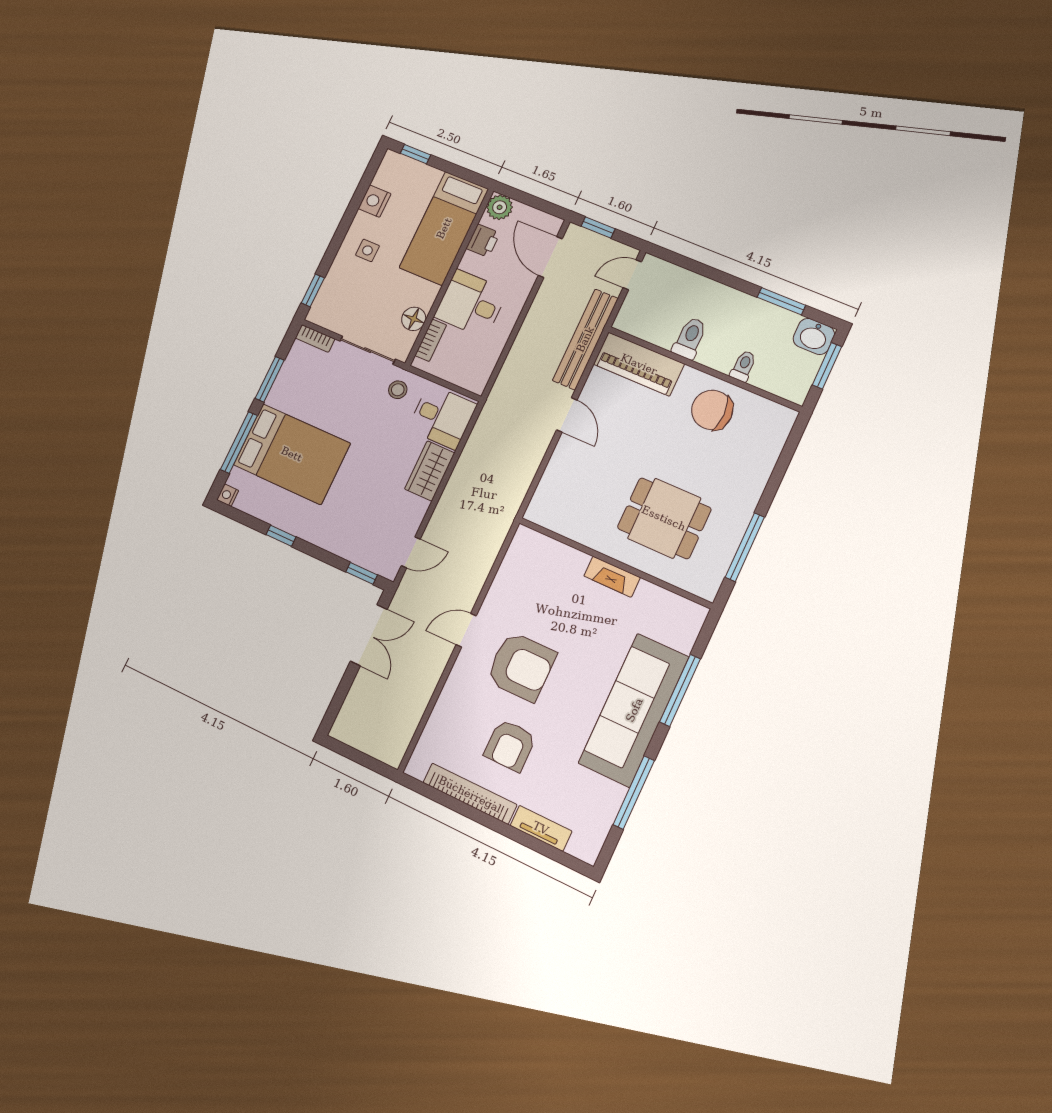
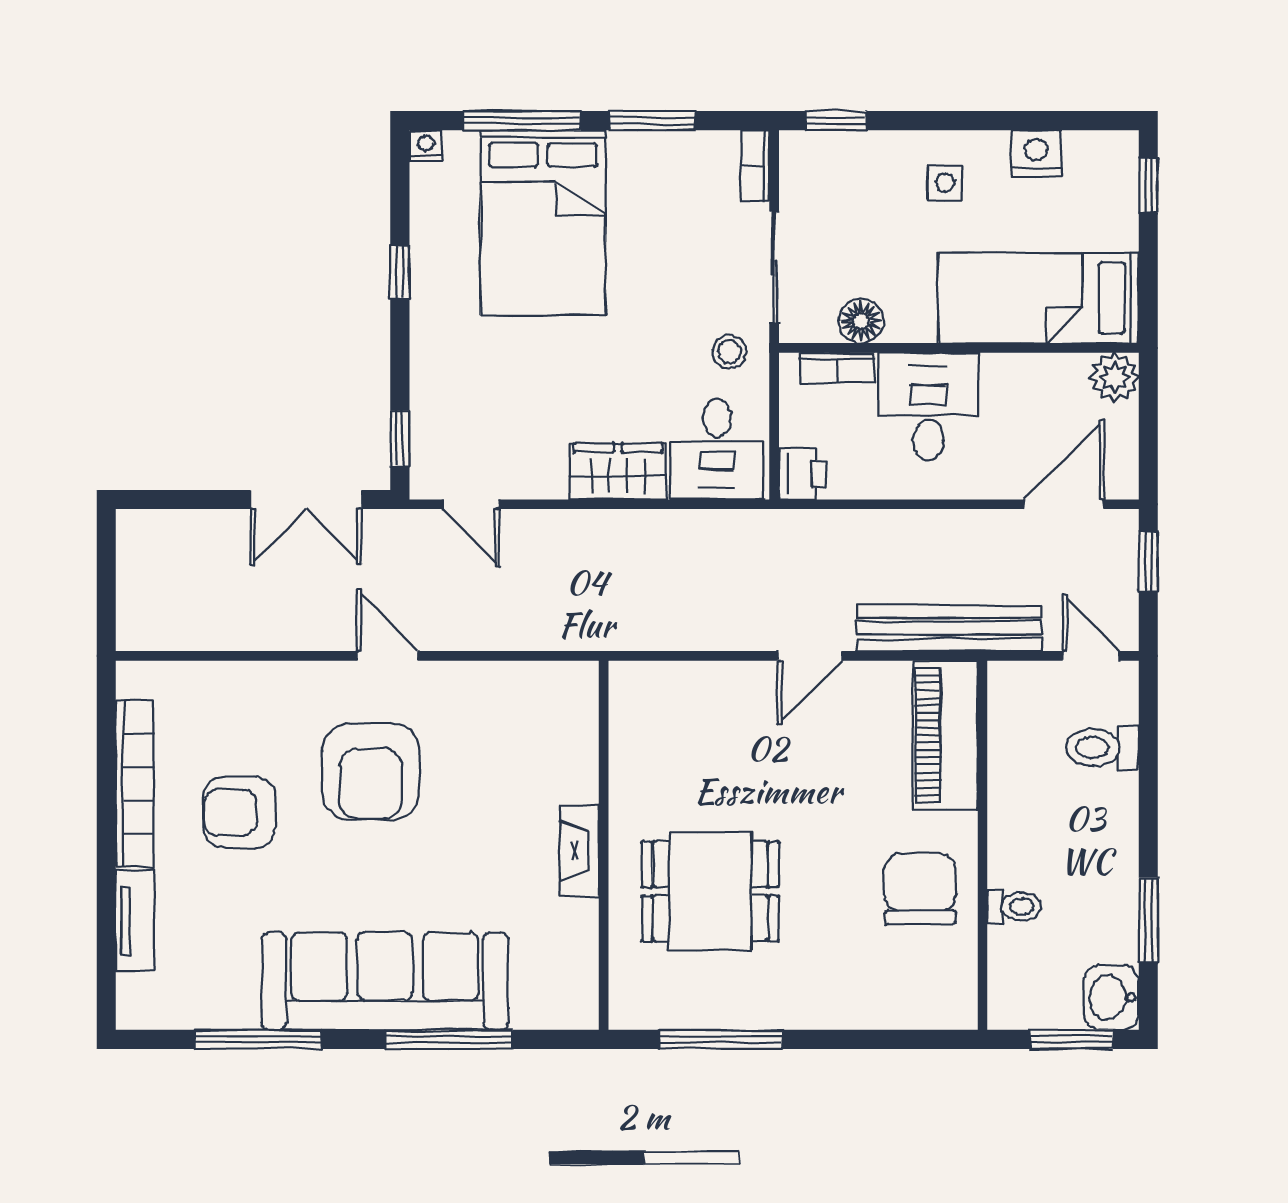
printer: (483, 241) -> (802, 474), moved, turned -90
toilet: (690, 338) -> (1102, 747), moved, turned 180
dining table: (664, 518) -> (710, 891), turned 90

